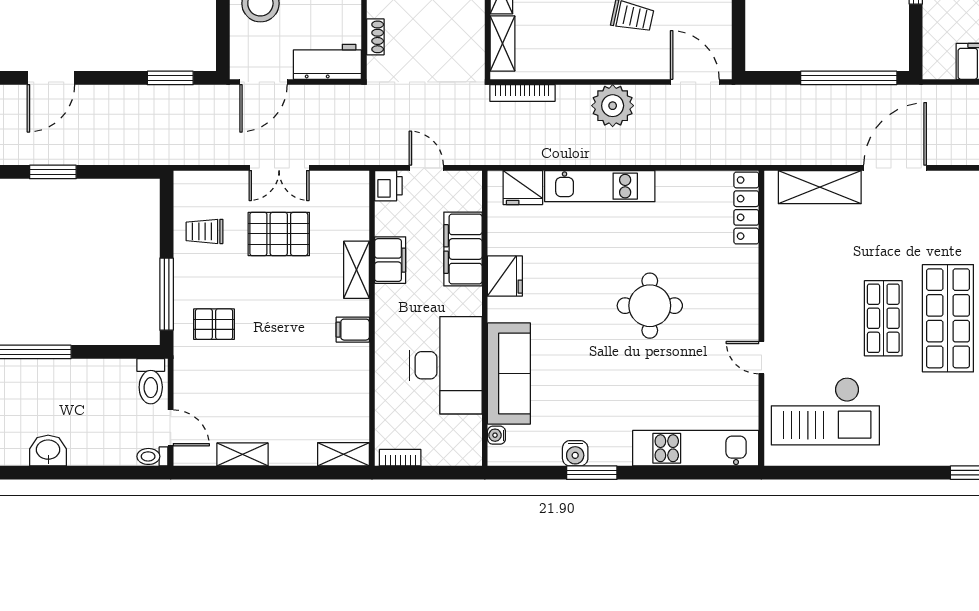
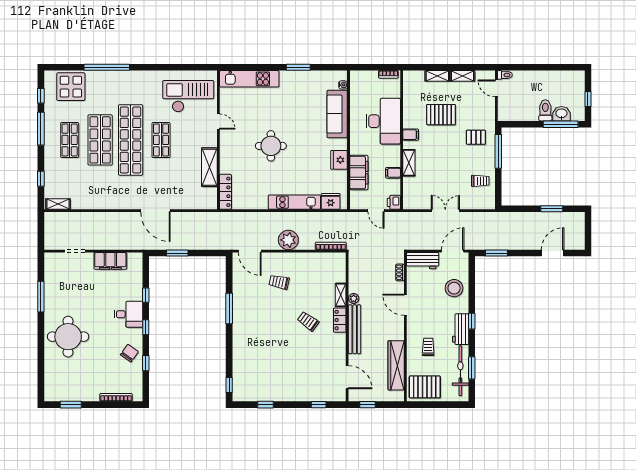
shelving: (503, 43) -> (340, 269), removed
window: (849, 78) -> (177, 253), width x0.47
door: (895, 168) -> (155, 211), hinge flipped
shelving: (820, 187) -> (209, 167), moved, turned 90
pallet: (279, 234) -> (441, 115), moved
filing cabinet: (390, 260) -> (393, 173), width x0.50
shop shelf: (948, 318) -> (131, 140), width x1.40
desk: (446, 365) -> (383, 121), moved, turned 180
toilet: (151, 381) -> (545, 110), moved
washbasin: (48, 451) -> (561, 114), moved, turned 180
water cooler: (575, 453) -> (306, 76), removed
shelving: (343, 454) -> (437, 76), moved

